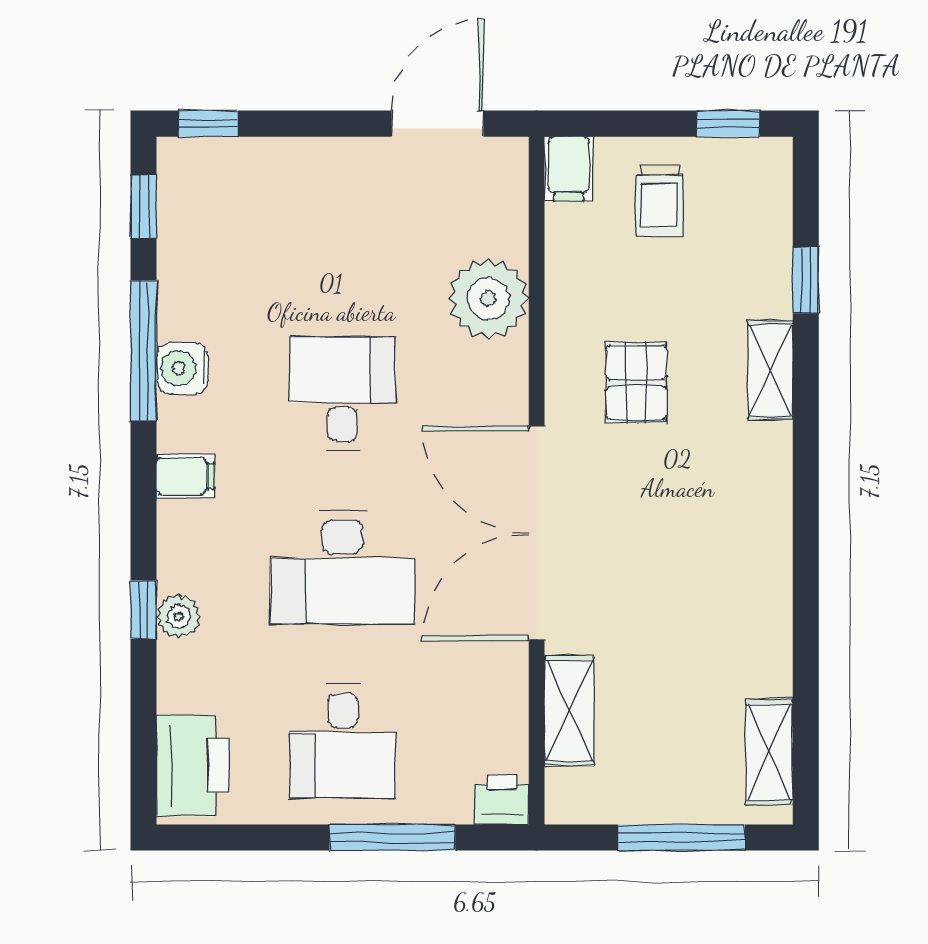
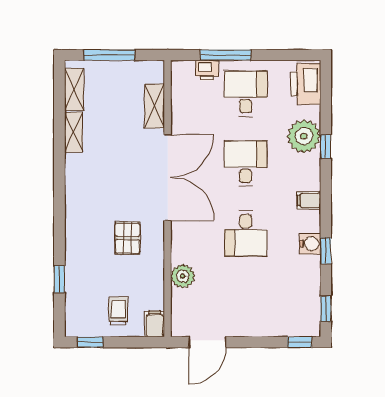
plant: (488, 298) -> (183, 276), width x0.73, depth x0.73
window: (144, 351) -> (326, 251), width x0.46
shelving: (770, 370) -> (74, 132), moved
desk: (343, 567) -> (246, 164), width x0.73
plant: (179, 616) -> (304, 136), width x1.87, depth x1.87
printer: (502, 800) -> (207, 70), moved

